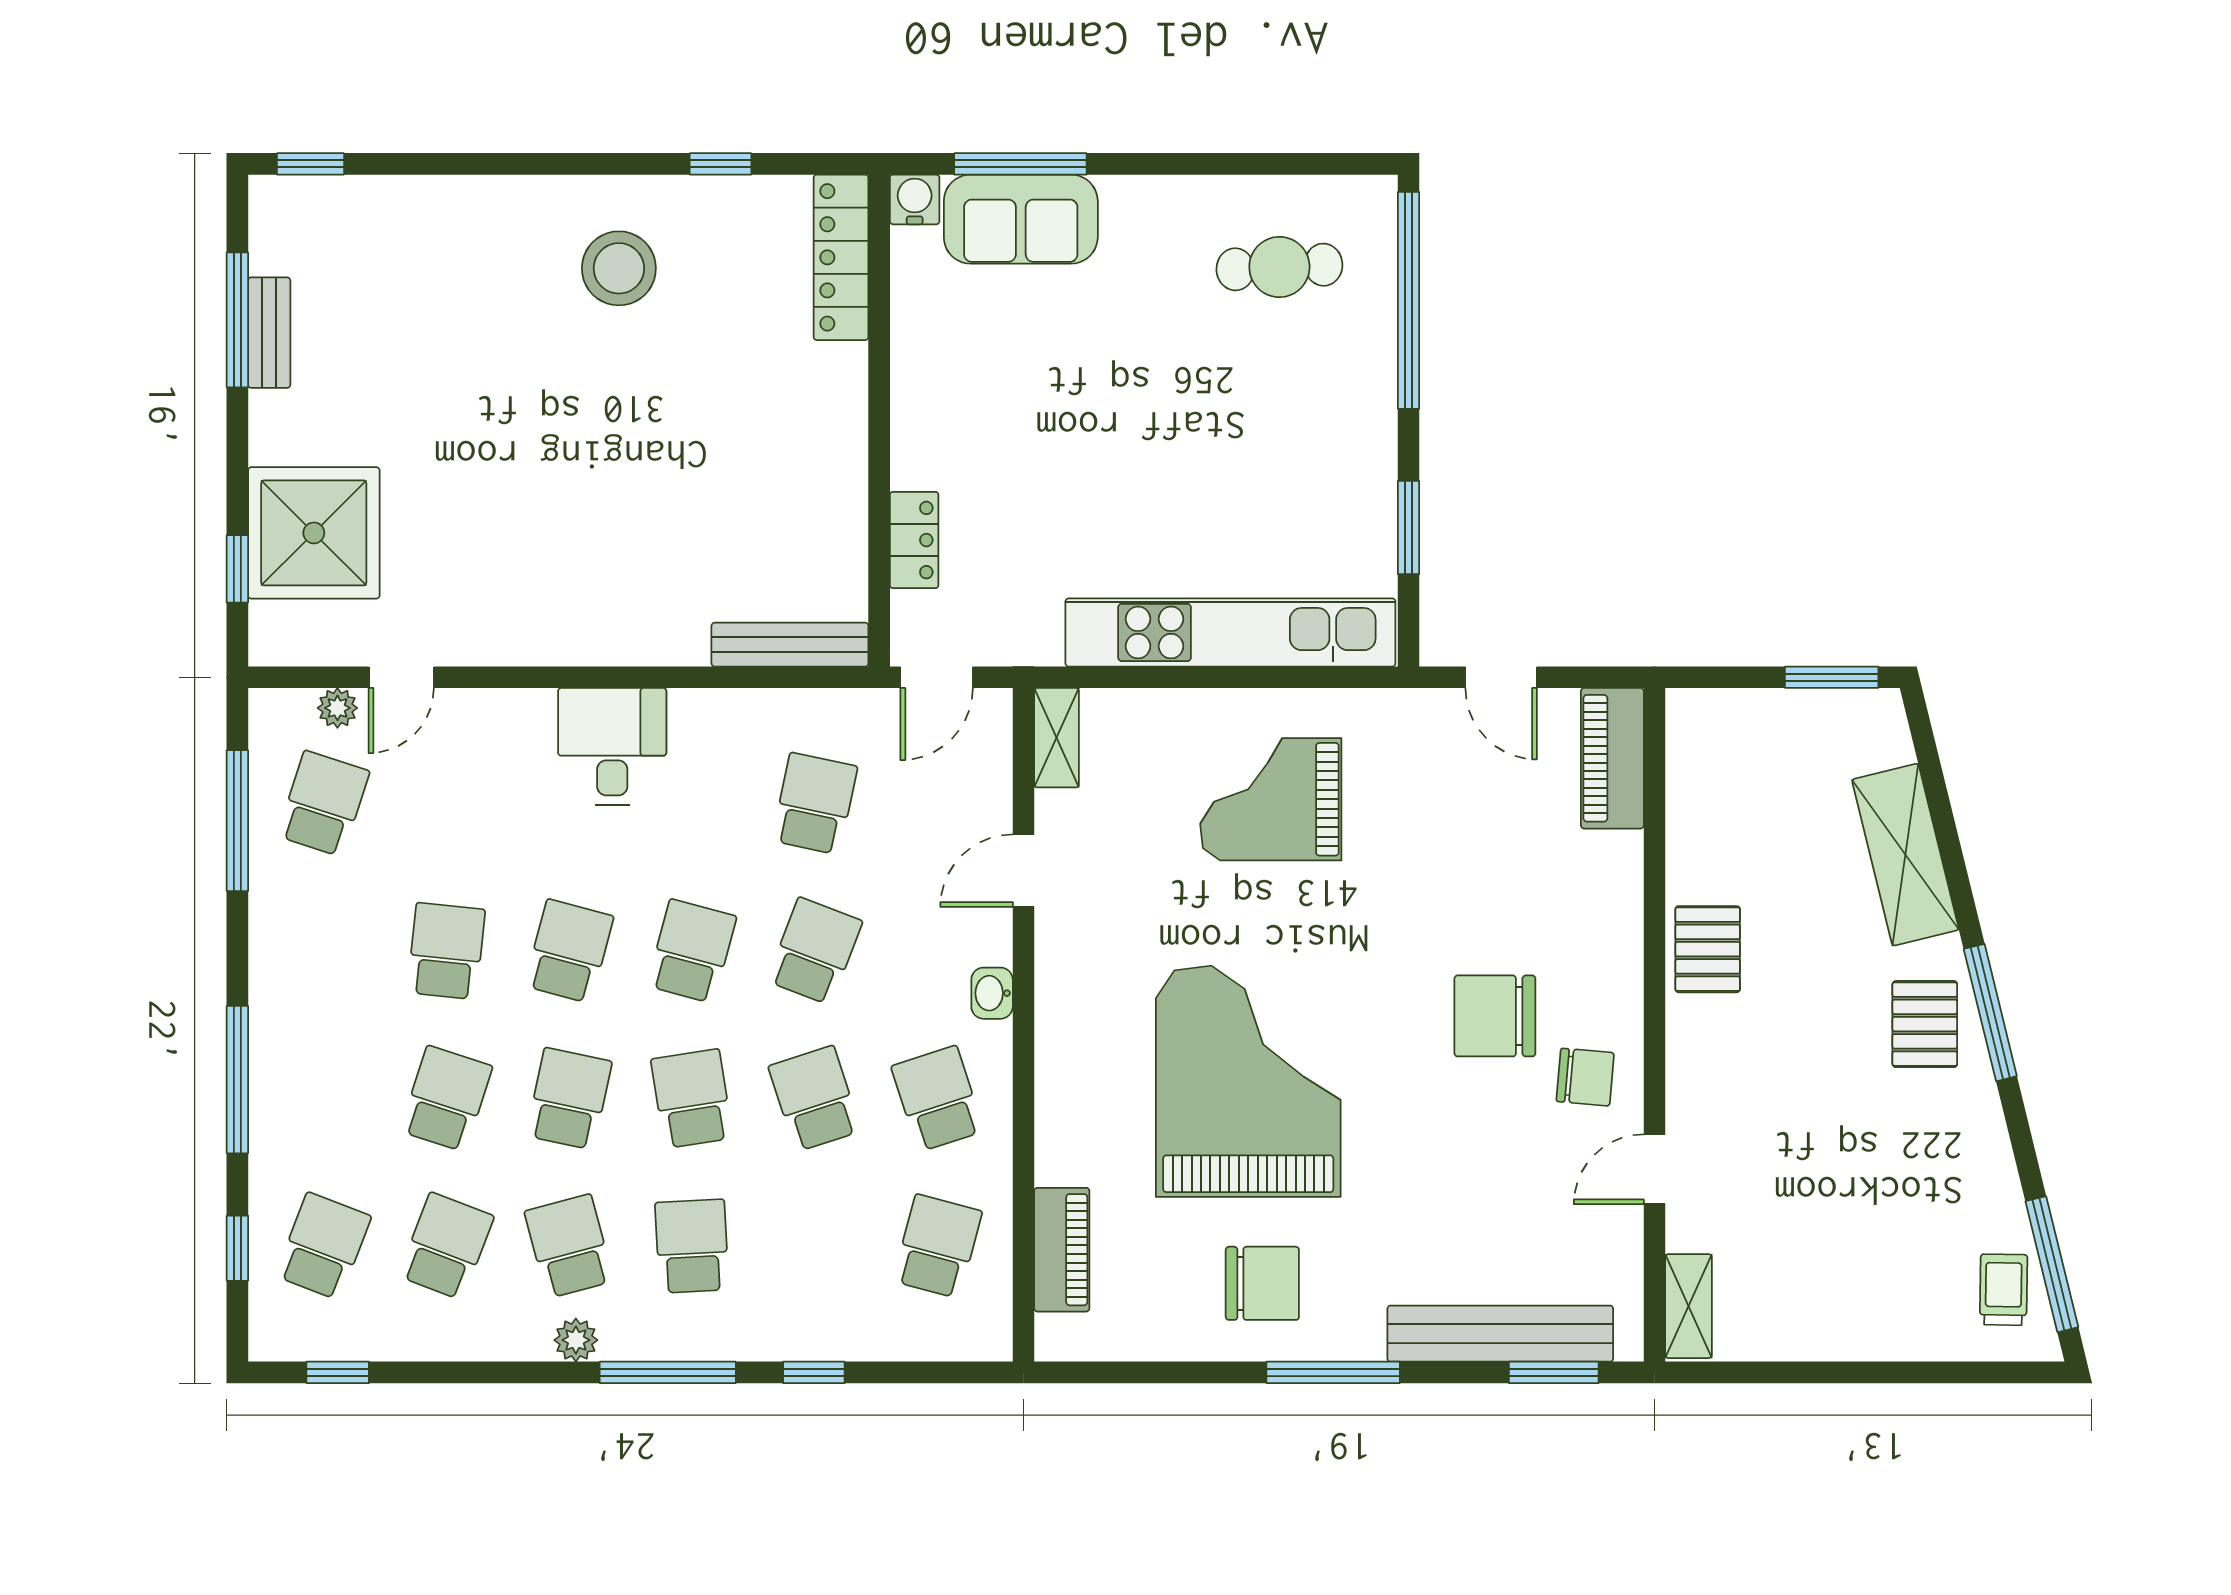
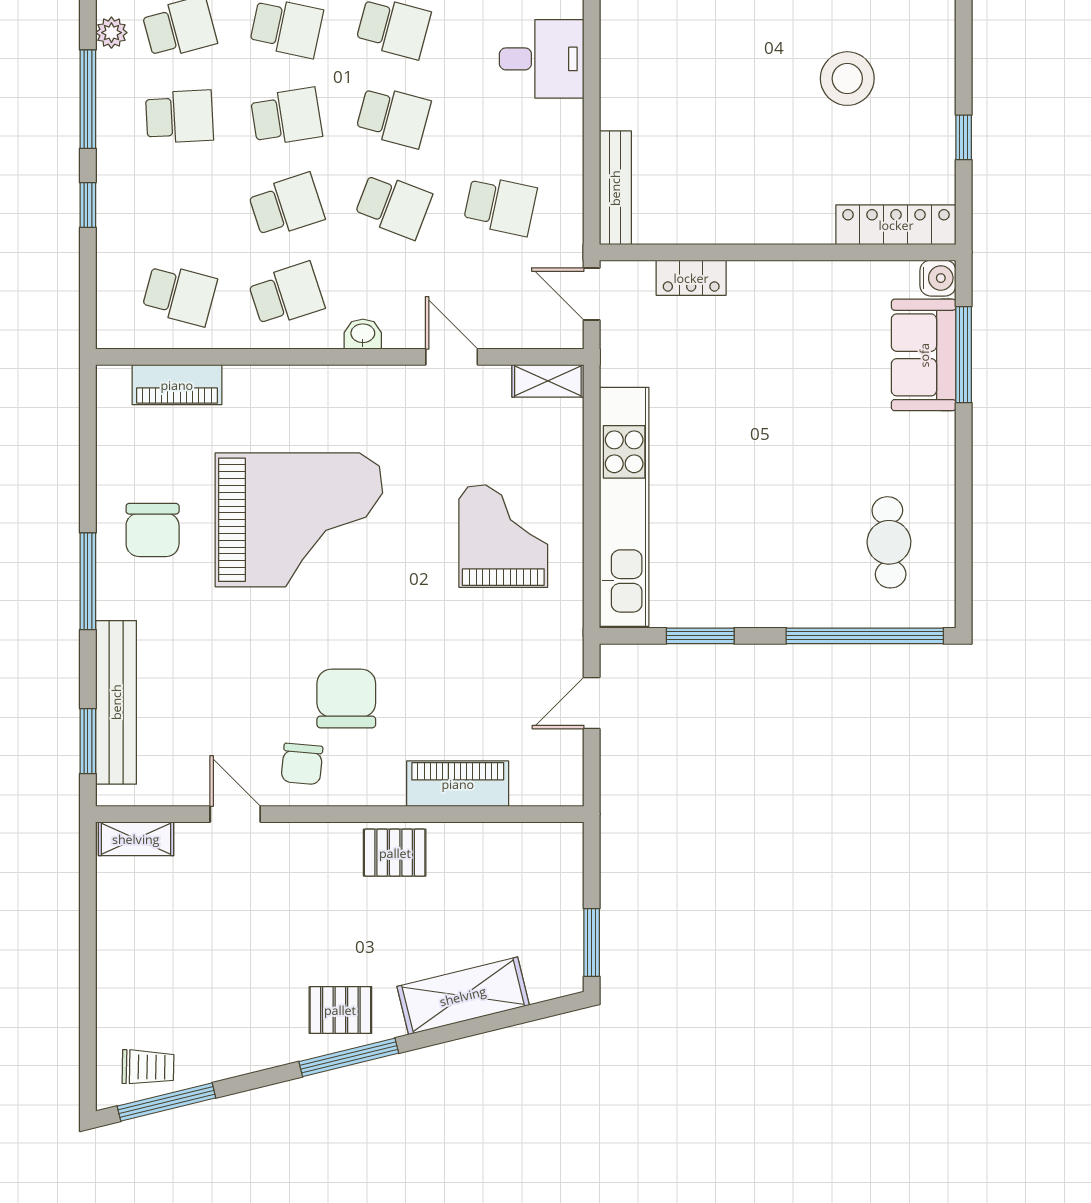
stool: (619, 268) -> (847, 79), moved
piano: (1612, 758) -> (458, 784), moved

